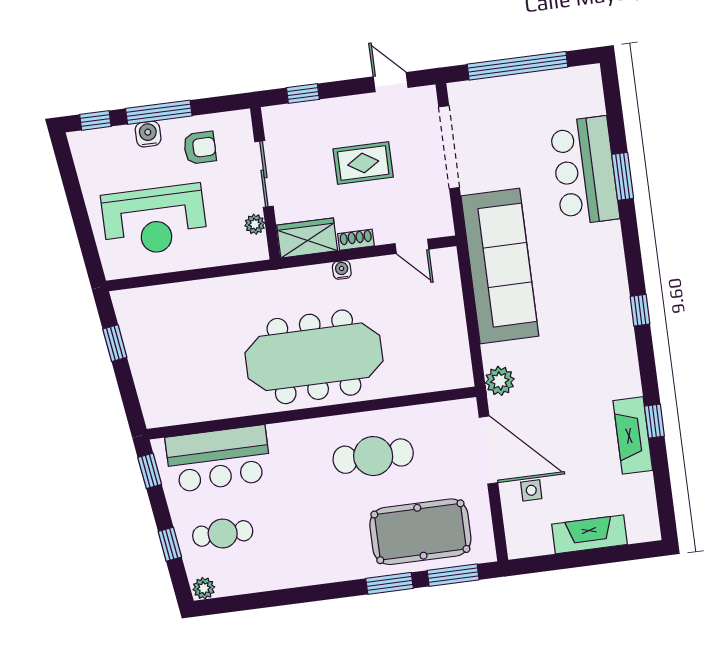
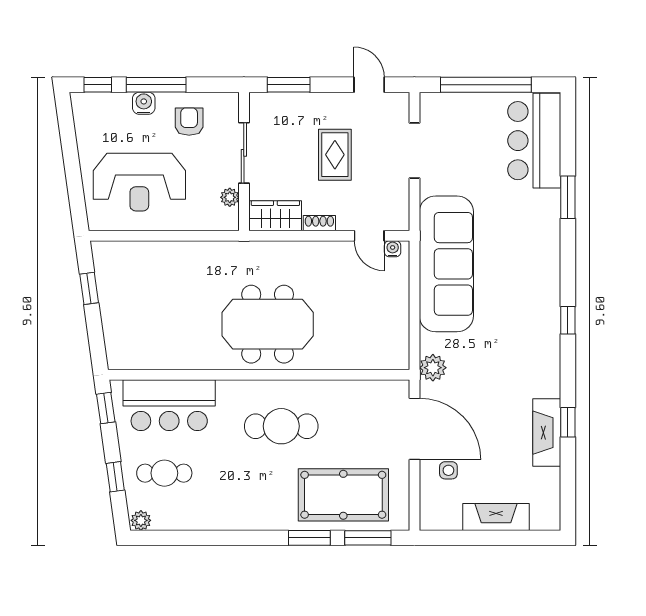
window: (303, 94) -> (289, 85), width x1.50
doorway: (449, 147) -> (414, 150), width x0.73
armchair: (200, 148) -> (189, 122), turned -90
rug: (363, 163) -> (335, 155), turned 90
bar counter: (585, 171) -> (534, 141), moved
water cooler: (342, 270) -> (393, 249), moved
meeting table: (314, 357) -> (268, 324), width x0.73
cafe table: (373, 456) -> (281, 426), moved

